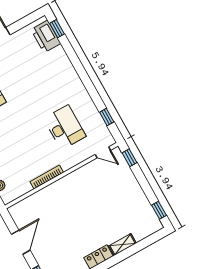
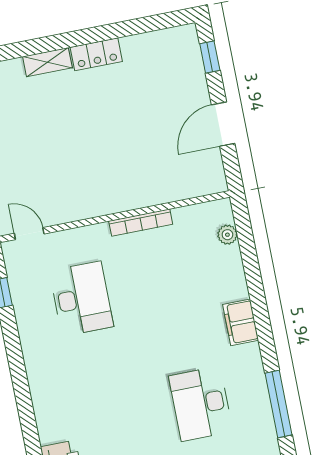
desk: (65, 127) -> (81, 299), turned 180

